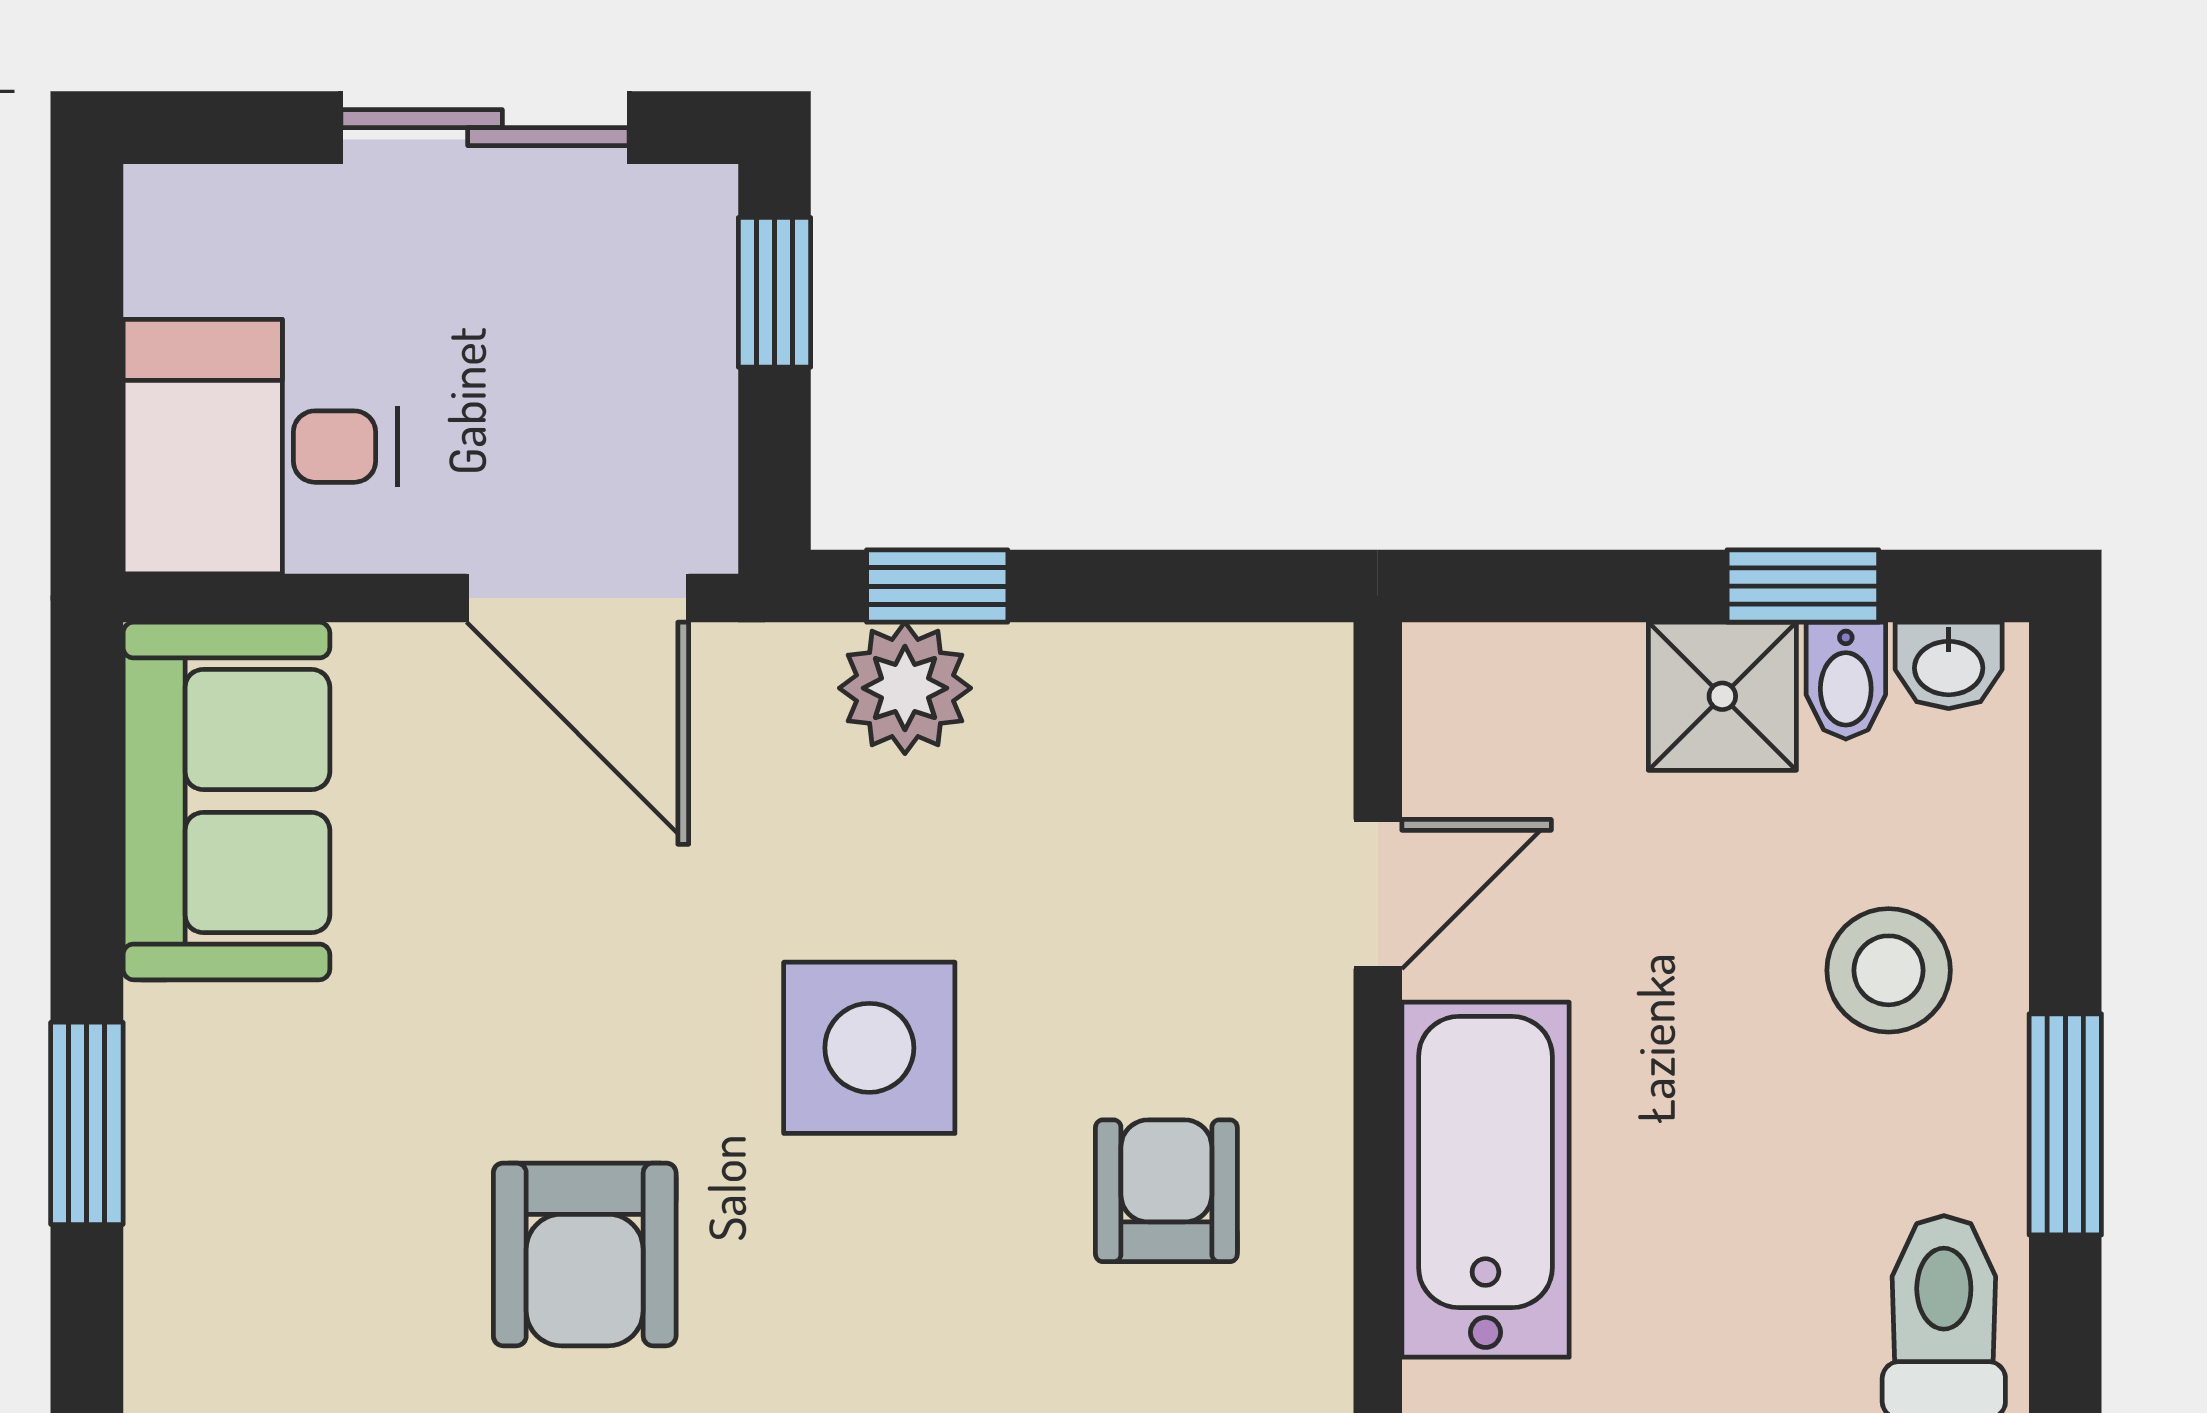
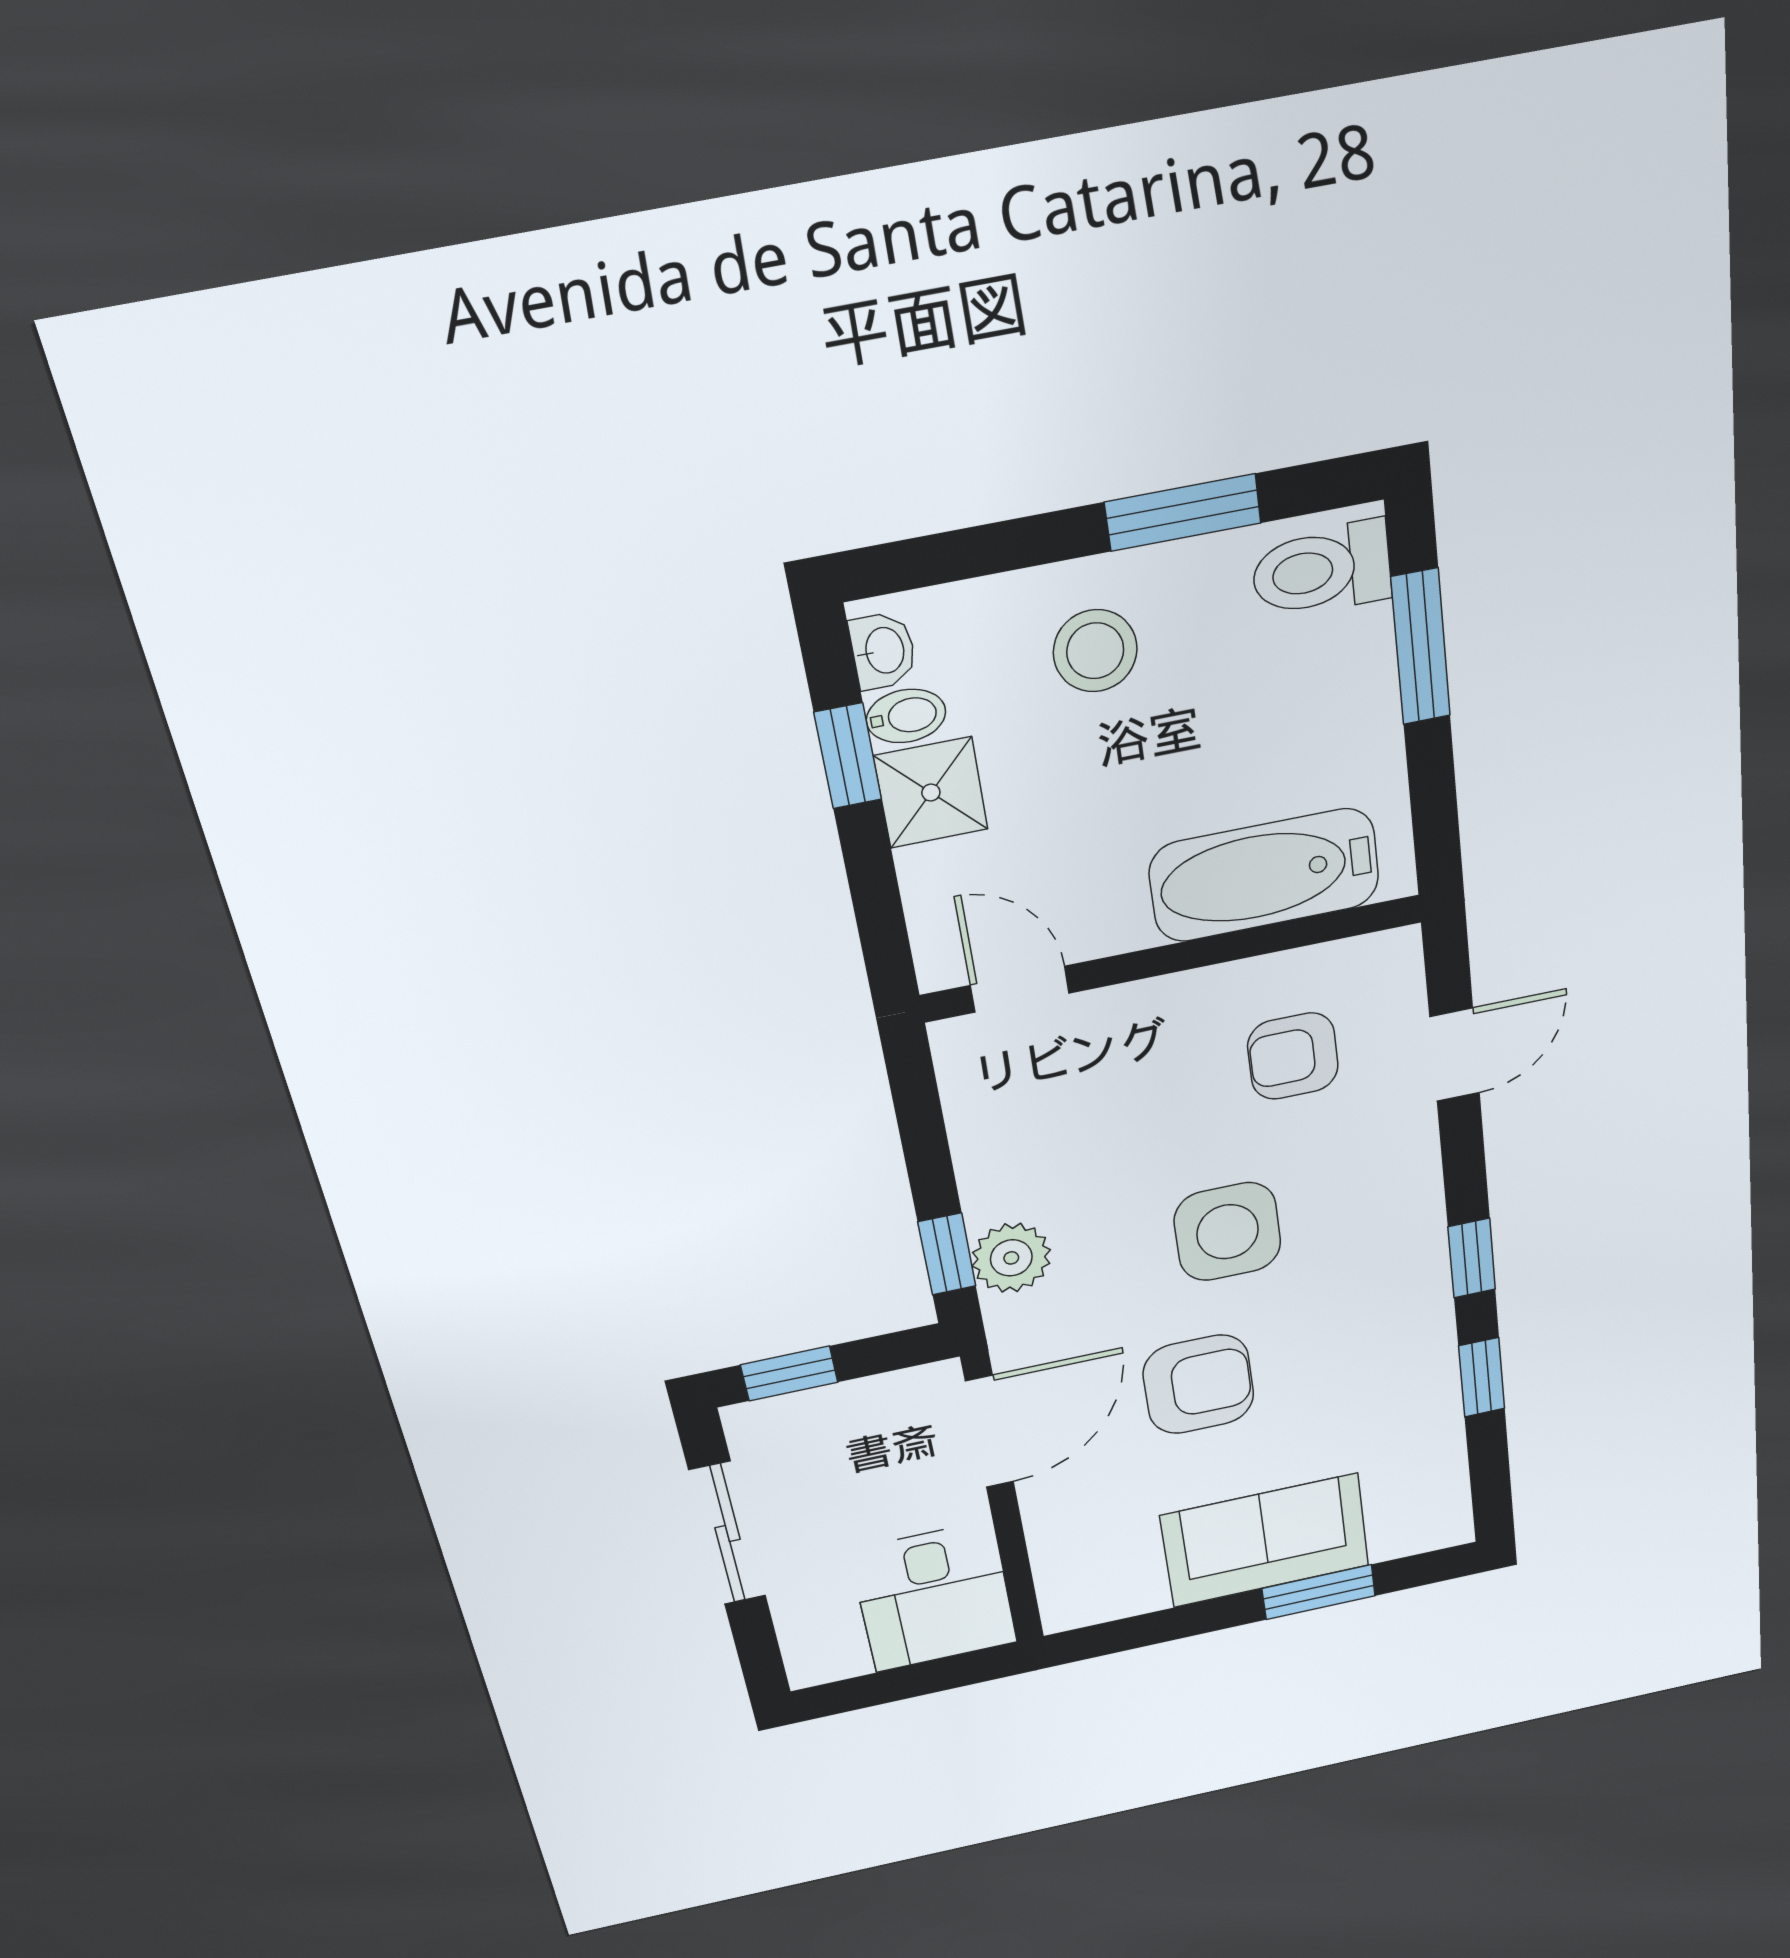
sofa: (226, 801) -> (1265, 1541), moved
door: (1378, 894) -> (1020, 989), moved
armchair: (585, 1254) -> (1199, 1384), moved

